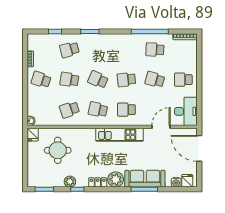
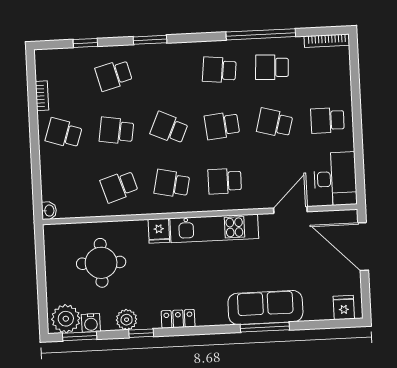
school desk: (126, 50) -> (219, 70), added
fridge: (33, 135) -> (159, 231), moved
plant: (116, 179) -> (66, 319), moved
water cooler: (176, 182) -> (91, 323), moved

